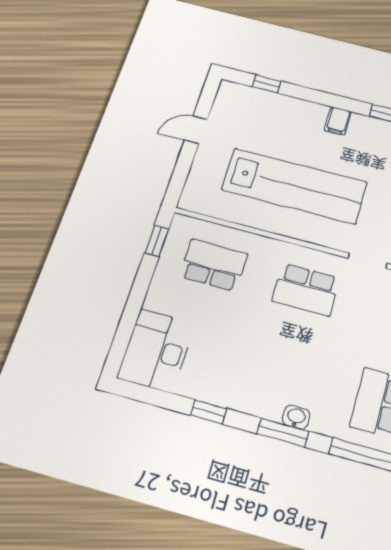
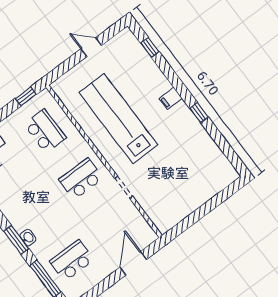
lab bench: (294, 186) -> (118, 119), turned 180
school desk: (306, 290) -> (81, 179), turned 90

